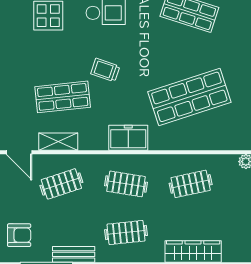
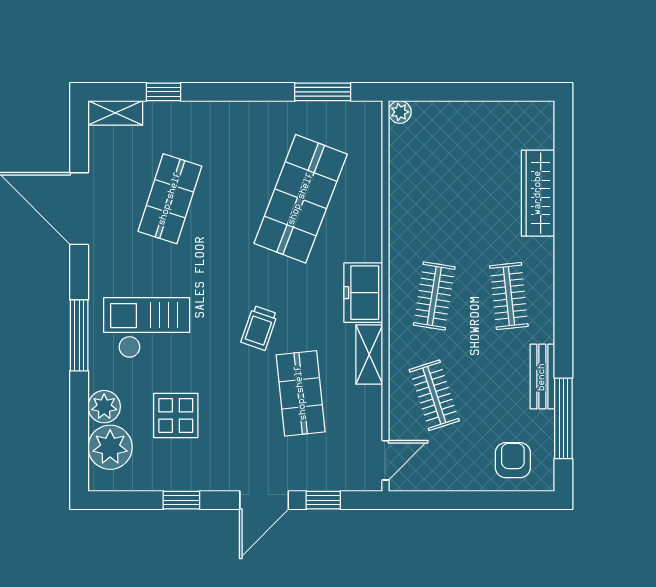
shop shelf: (189, 97) -> (301, 199), turned 39
shelving: (58, 142) -> (369, 354), moved
clothes rail: (191, 184) -> (434, 197), removed

